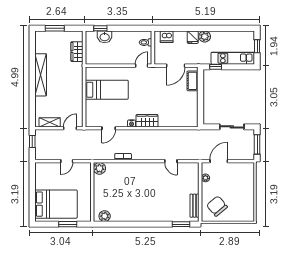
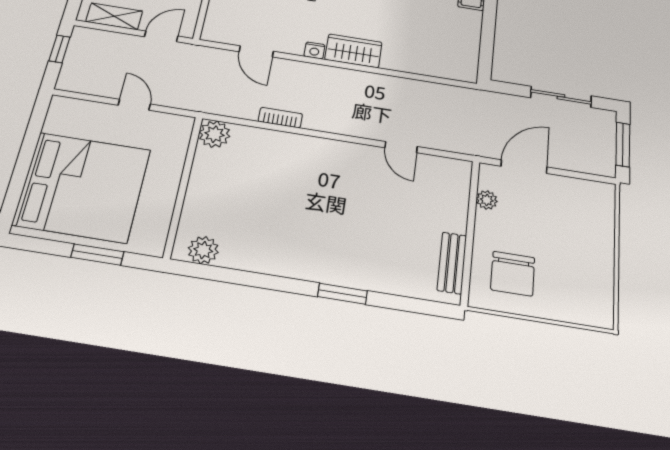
door: (109, 128) -> (256, 51), hinge flipped
door: (67, 161) -> (134, 105), swing flipped
bed: (56, 204) -> (82, 187), width x1.36
chair: (217, 206) -> (513, 274), turned -140
window: (181, 224) -> (342, 294), moved

